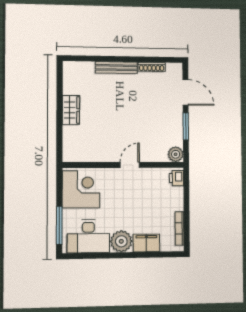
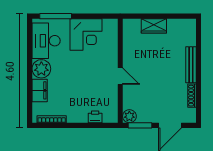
plant: (176, 154) -> (129, 116), moved
wall: (123, 165) -> (120, 71), moved
door: (130, 165) -> (120, 76), moved

